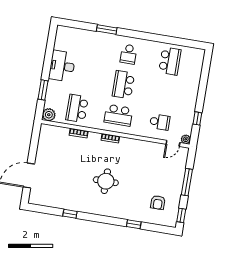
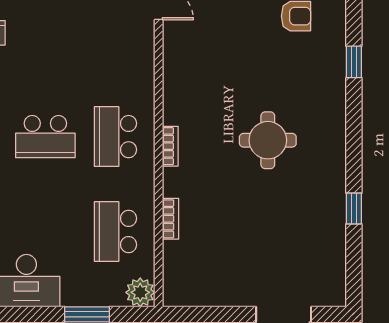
school desk: (77, 108) -> (115, 231), turned 90
school desk: (118, 115) -> (115, 137), turned 180
school desk: (160, 122) -> (115, 42), removed

